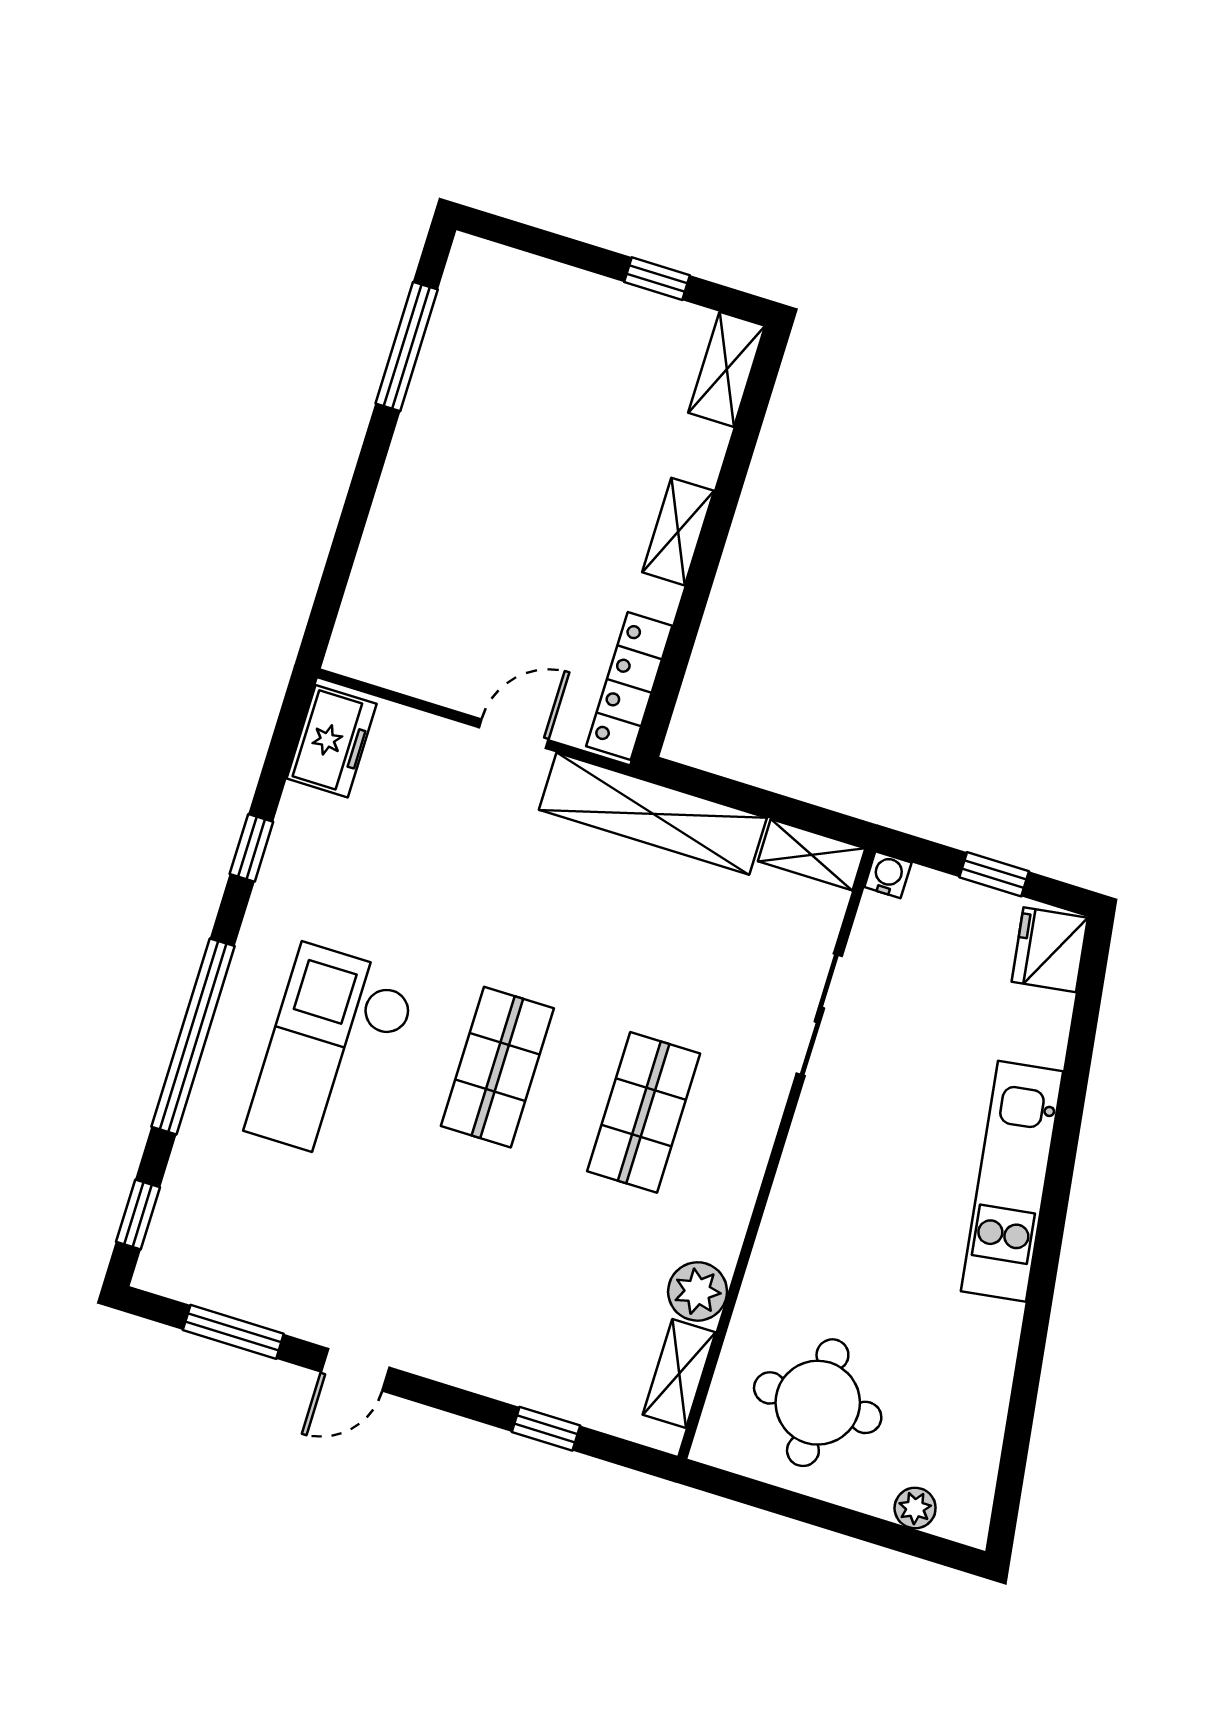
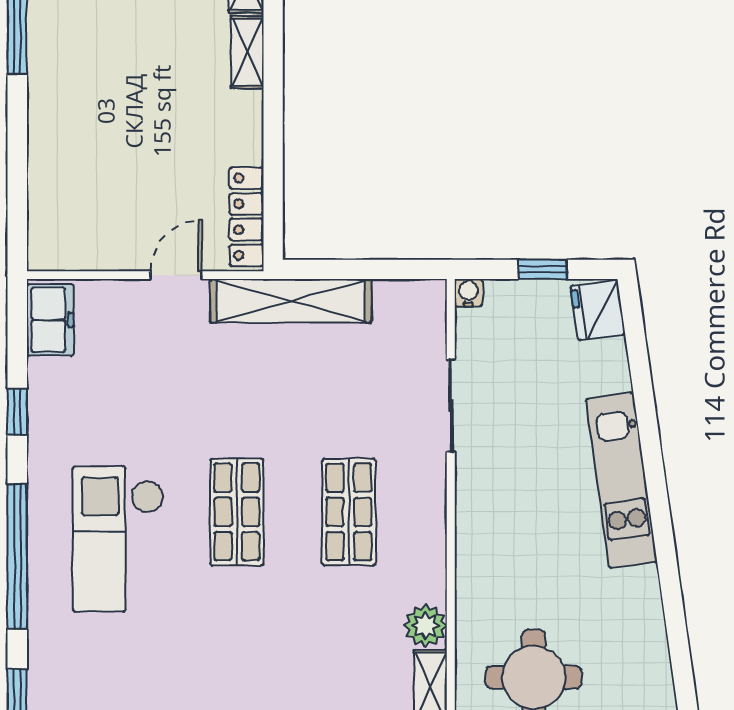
shelving: (678, 532) -> (247, 52), moved
shelving: (812, 855) -> (411, 295), removed

